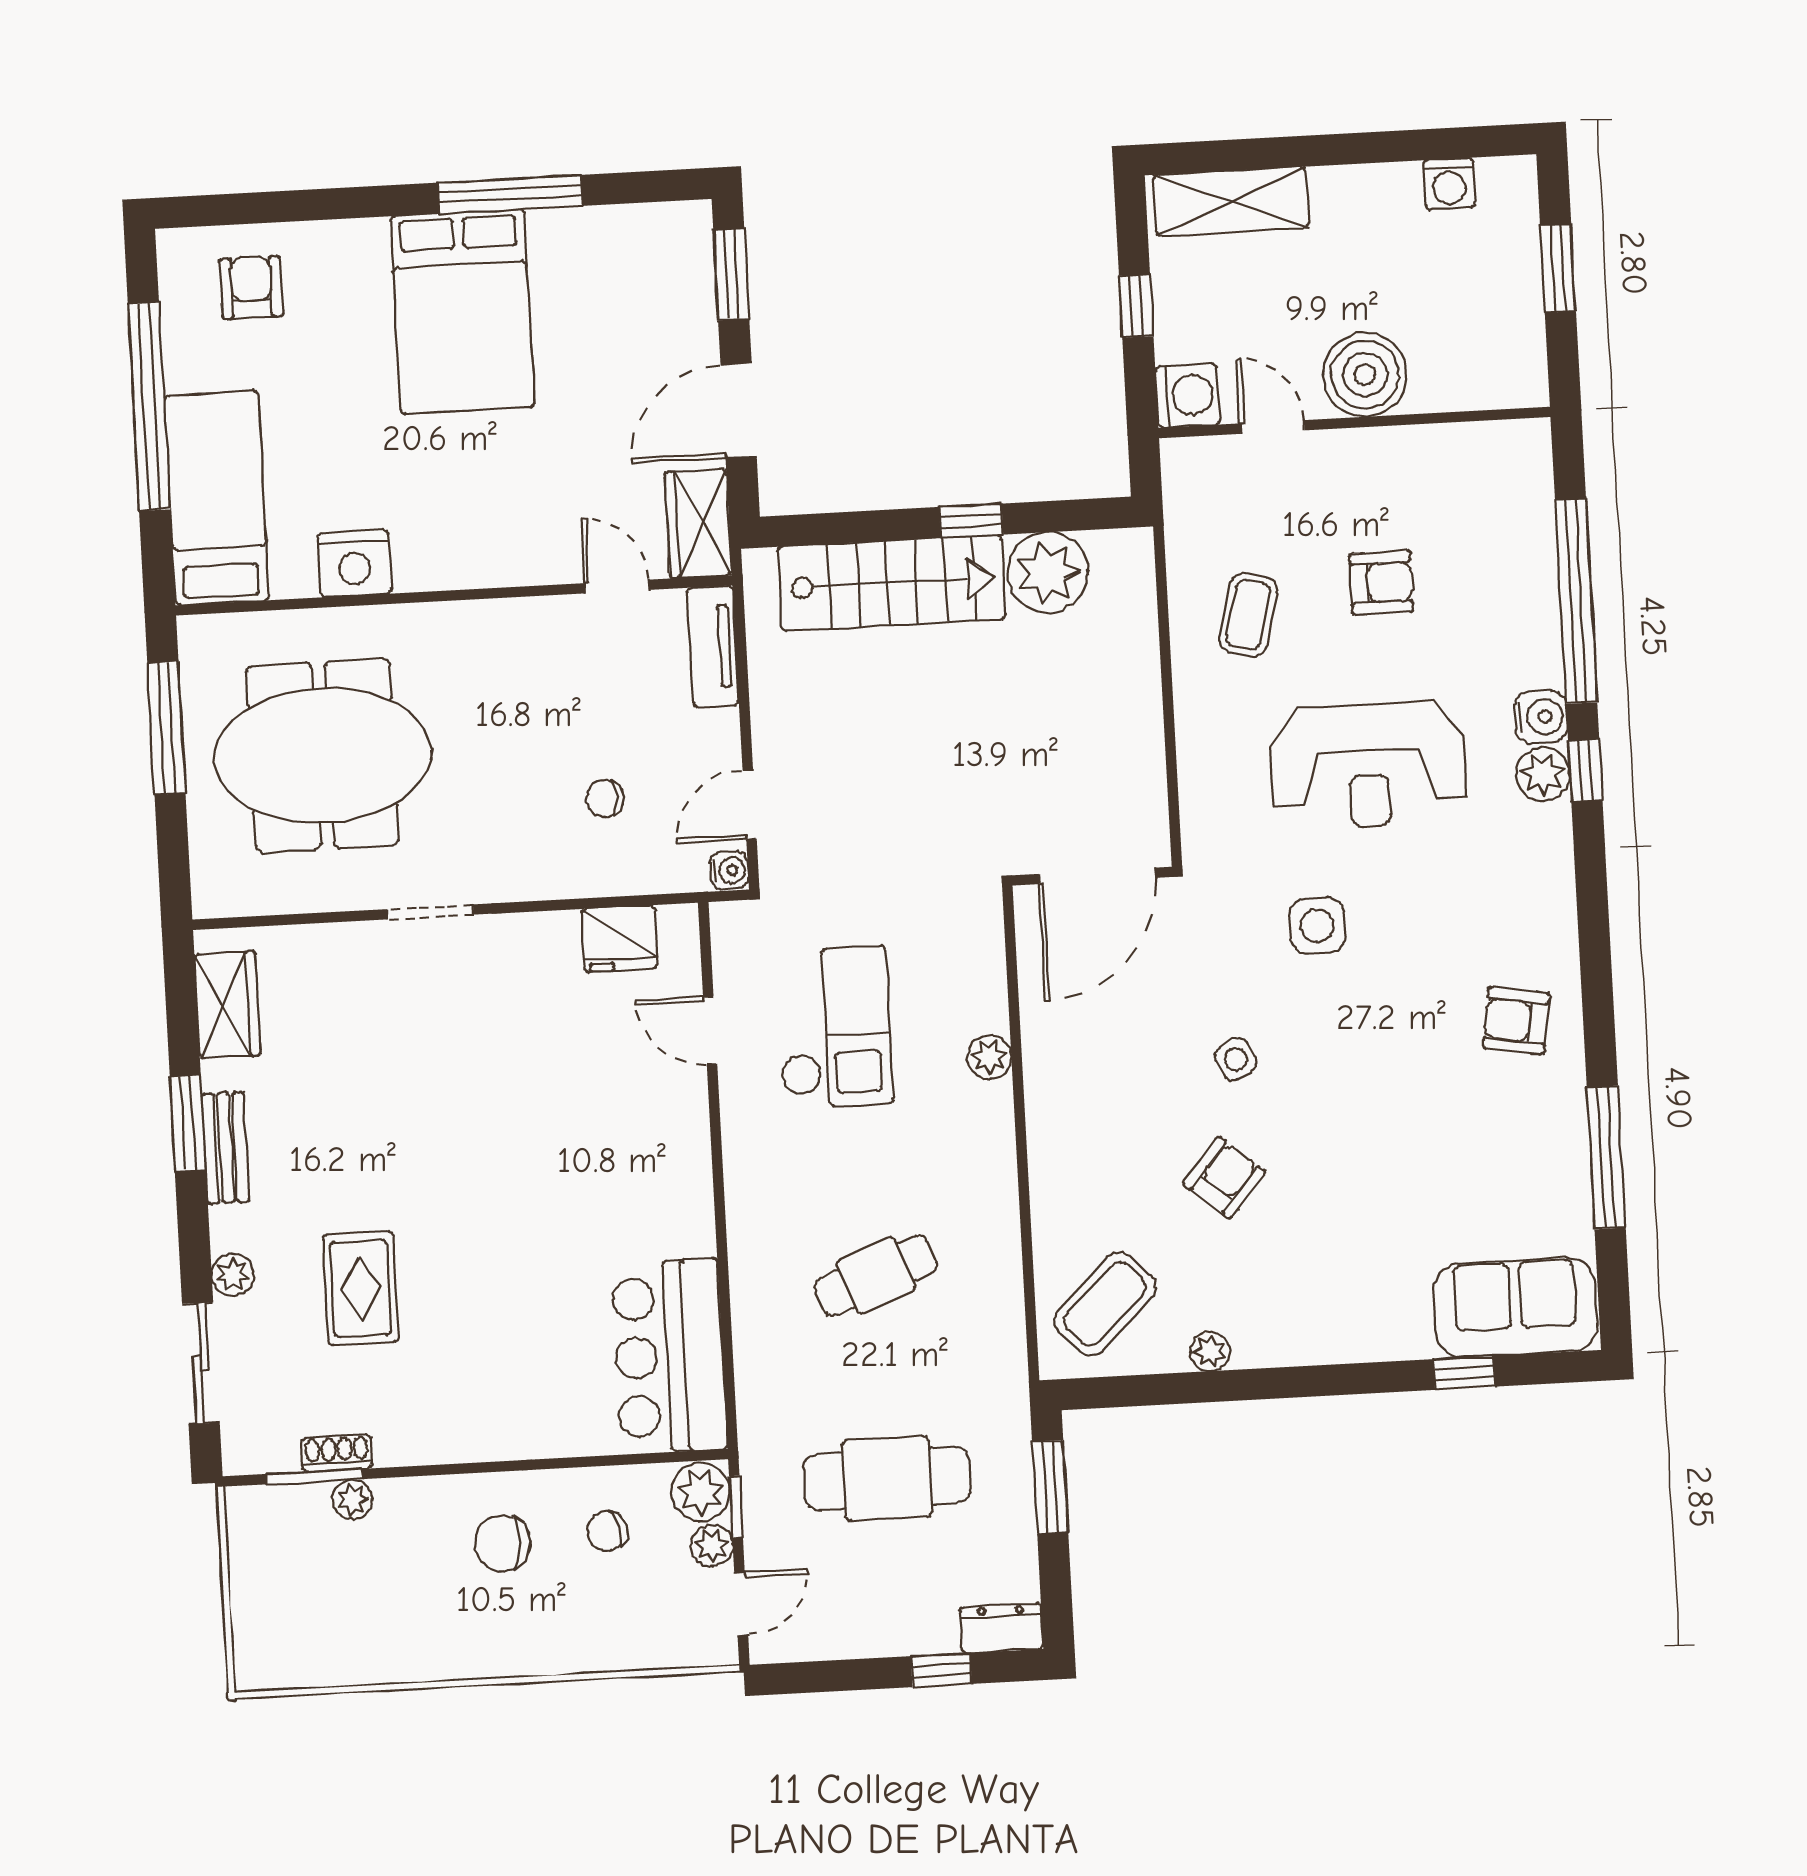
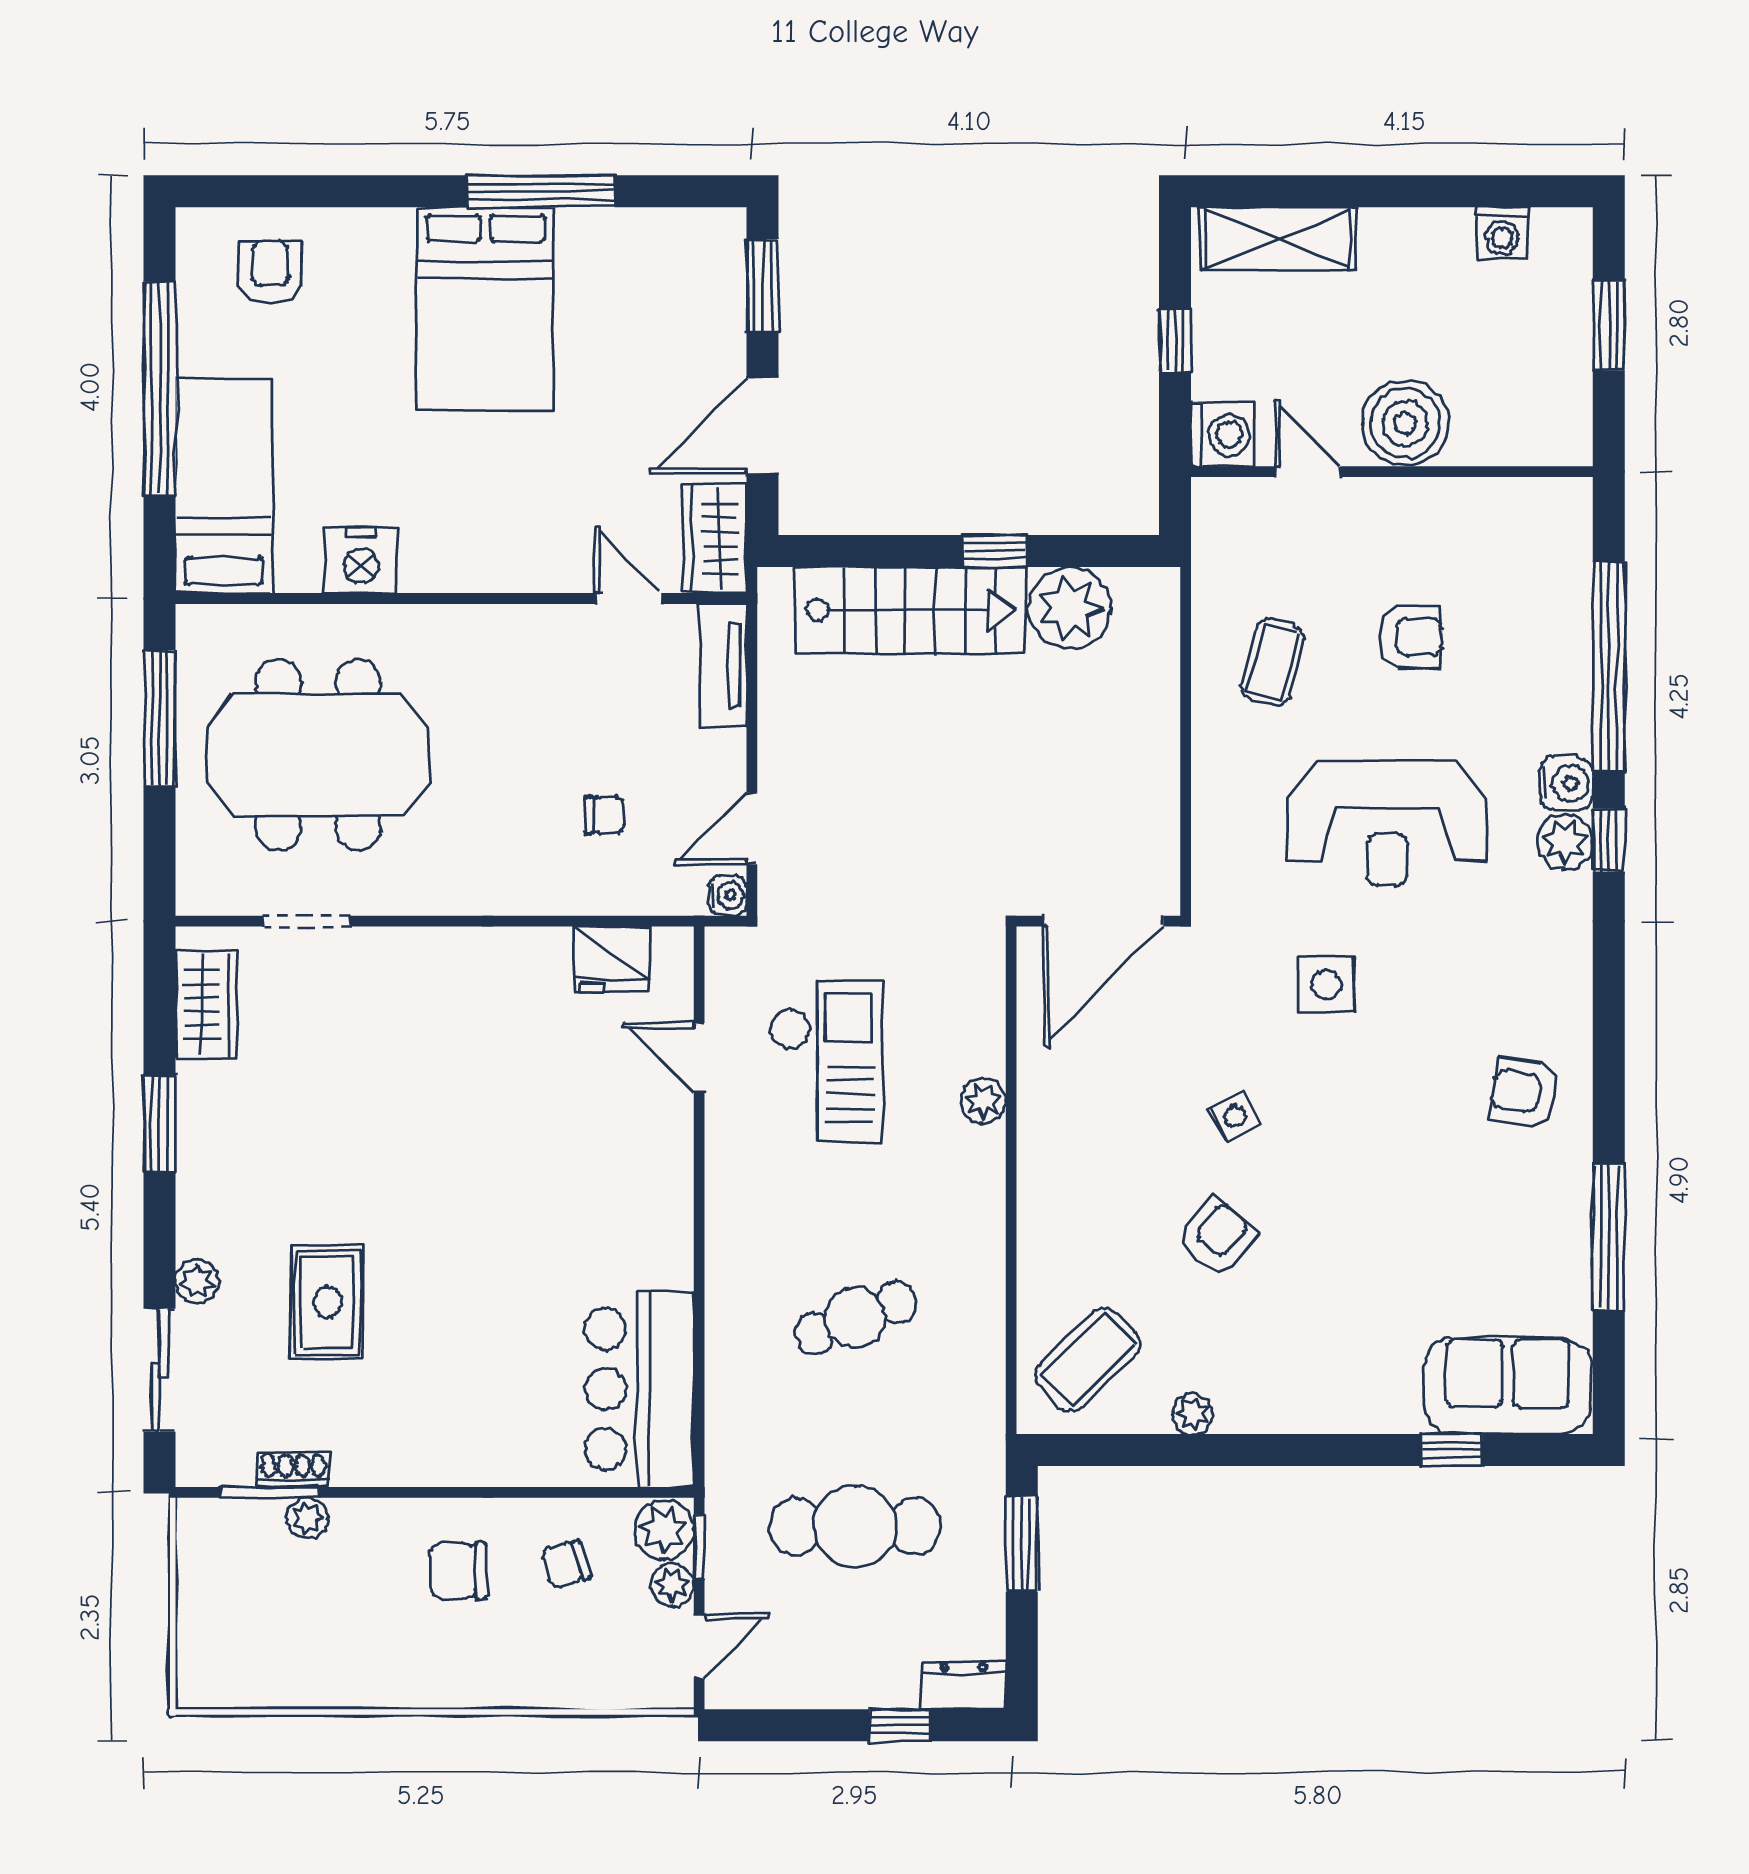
chair: (605, 799) -> (604, 815), turned 180
doorway: (430, 912) -> (307, 921), moved
bench: (226, 1148) -> (197, 1151), removed

